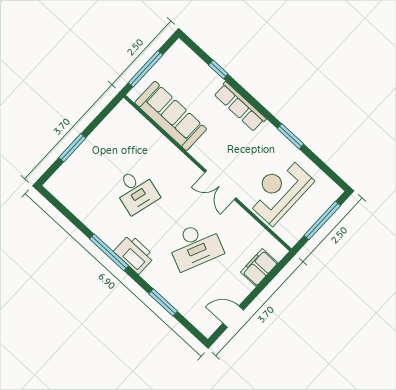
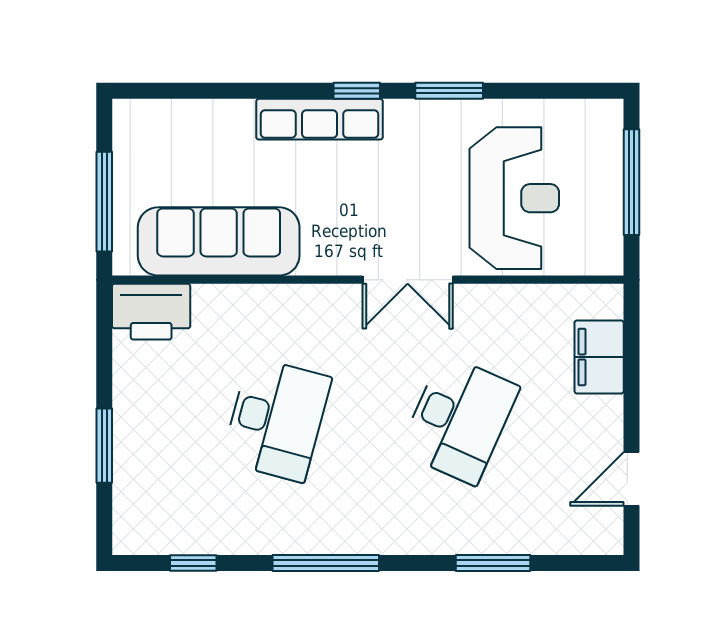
window: (218, 69) -> (357, 91), moved
desk: (136, 191) -> (277, 419), width x1.37
reception desk: (279, 191) -> (514, 198), turned 180
window: (66, 212) -> (193, 563), added
printer: (134, 254) -> (151, 312), moved, turned 180

